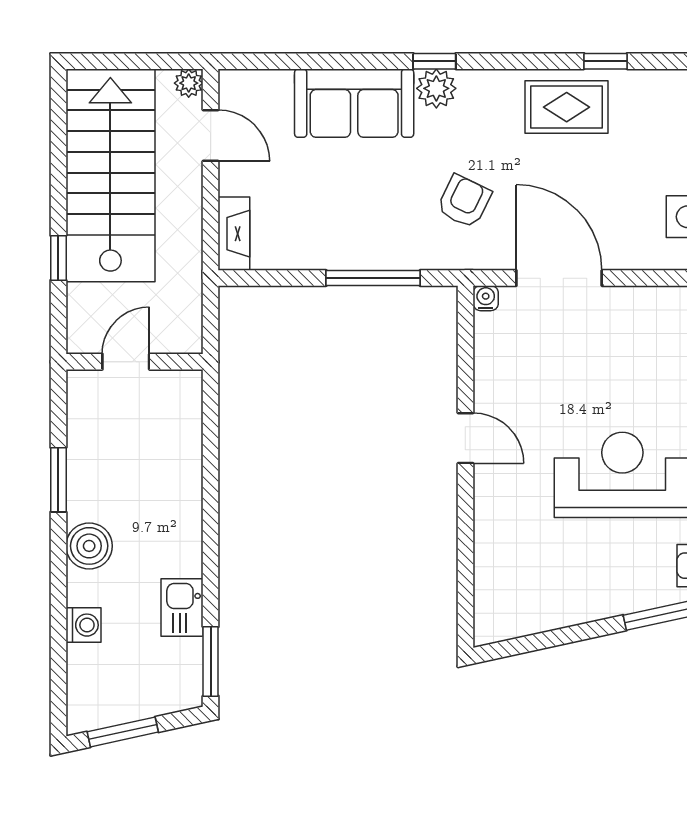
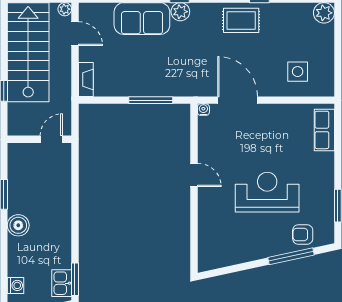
armchair: (464, 201) -> (193, 64), removed
door: (126, 362) -> (51, 139), moved
kitchen sink: (182, 608) -> (62, 283), moved
washing machine: (83, 625) -> (16, 285), moved

